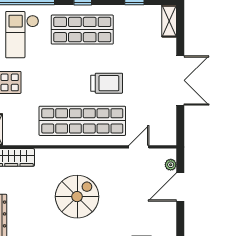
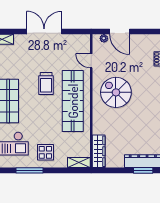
trolley: (107, 83) -> (46, 84), turned 180
spiral stairs: (77, 197) -> (116, 92), moved

